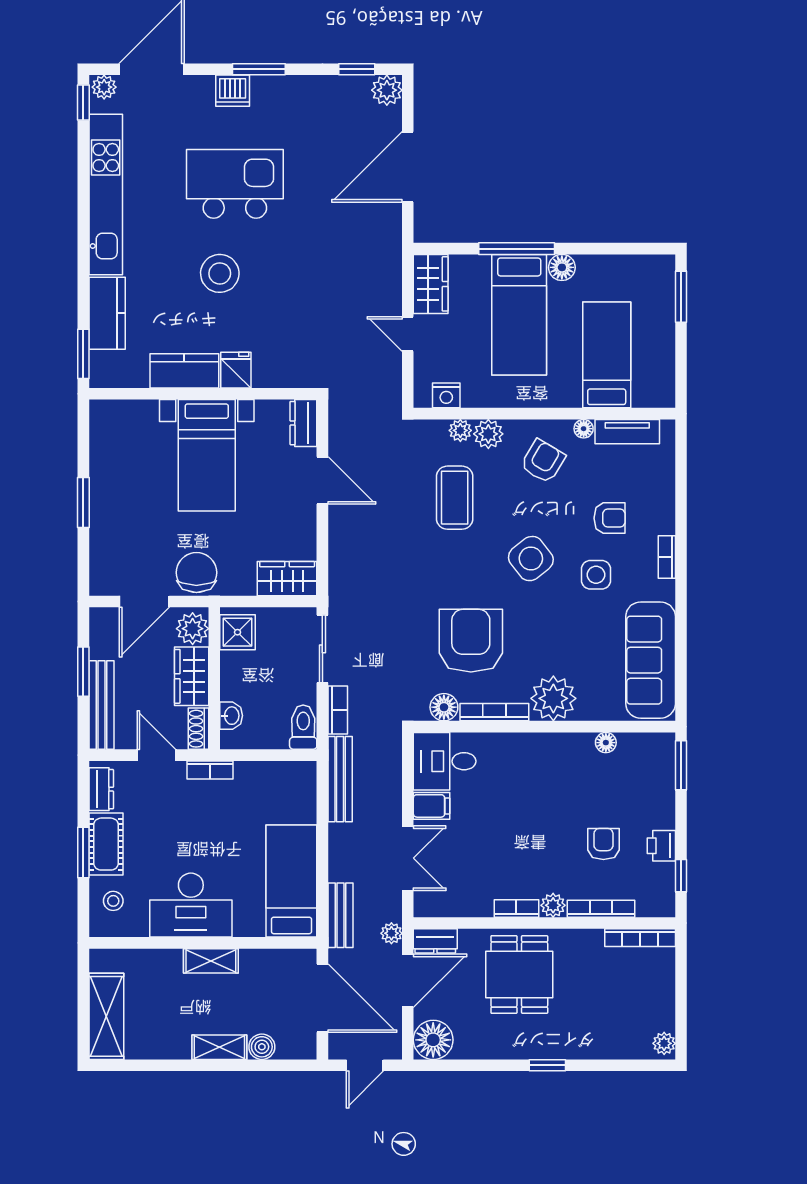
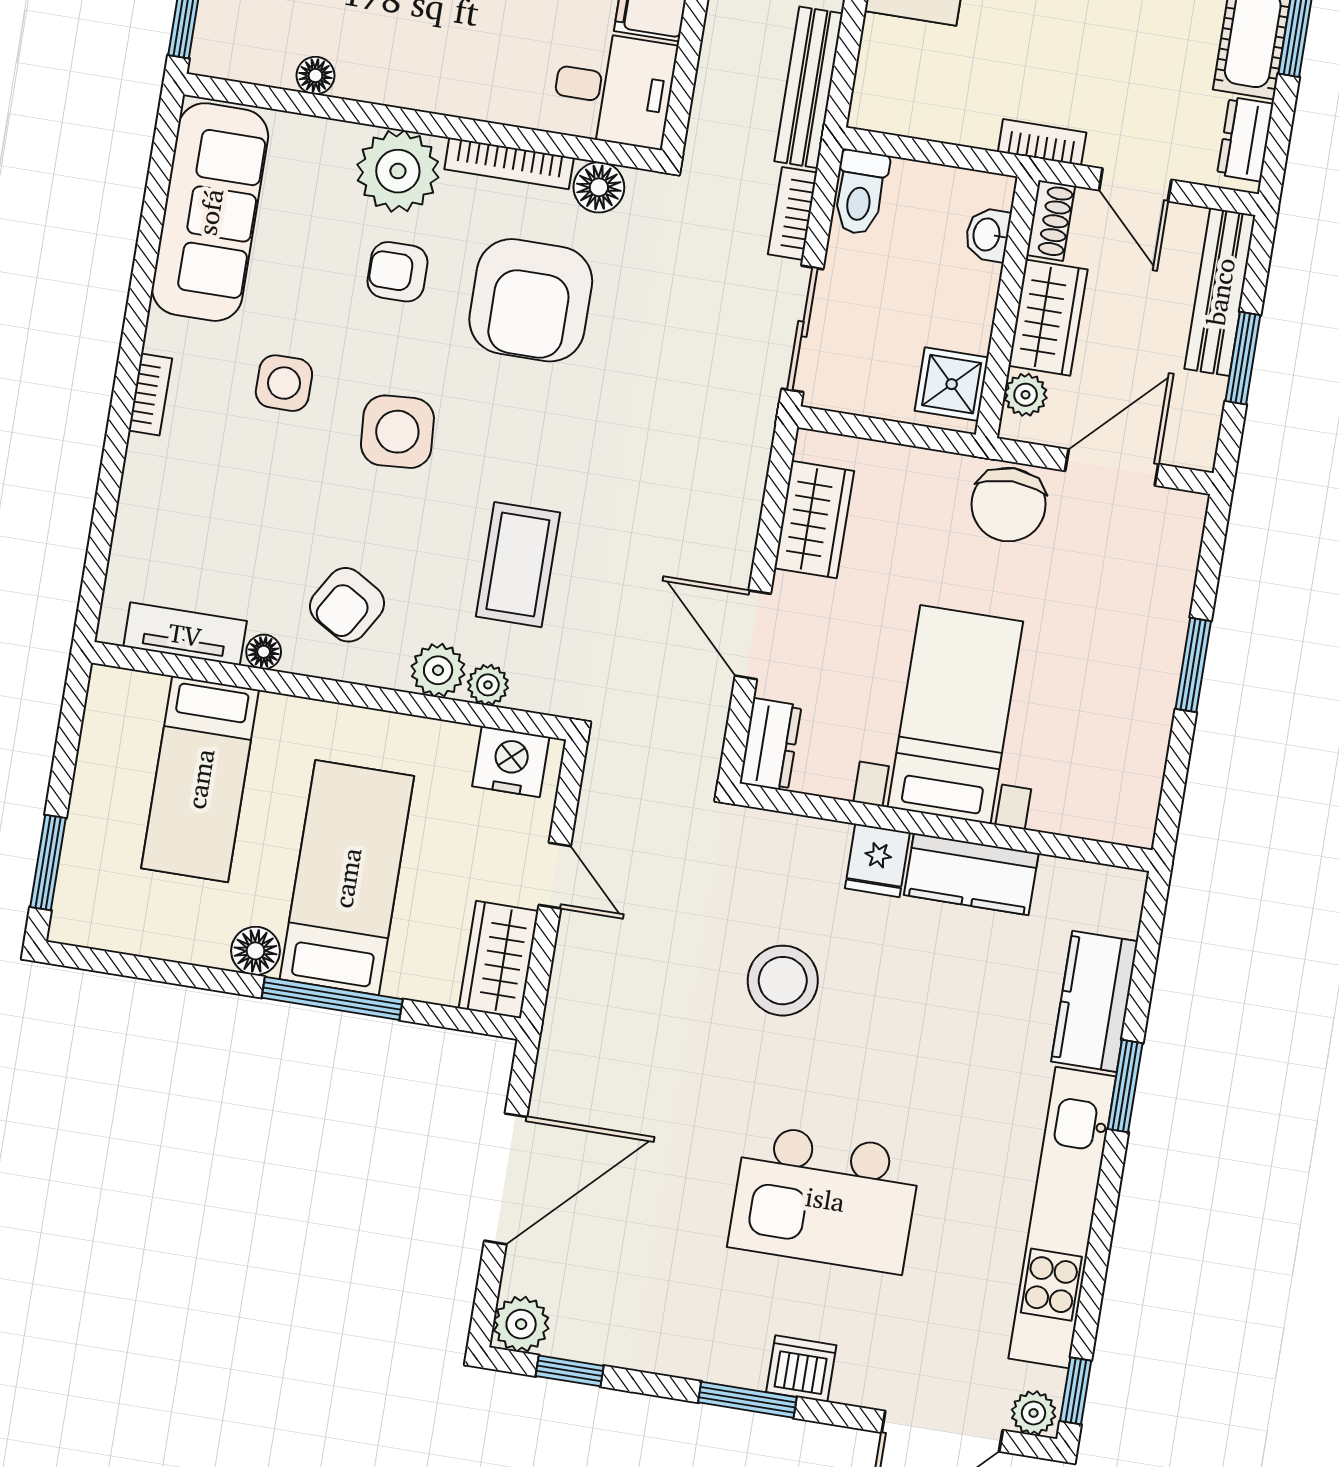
stool: (220, 273) -> (783, 981), moved
window: (83, 354) -> (1125, 1086), moved
nightstand: (446, 395) -> (511, 762), width x1.36, depth x1.33
armchair: (610, 518) -> (398, 272), moved
side table: (531, 559) -> (397, 432), turned 34
wardrobe: (287, 579) -> (814, 520), moved, turned -90
plant: (193, 629) -> (1026, 395), width x0.73, depth x0.73

